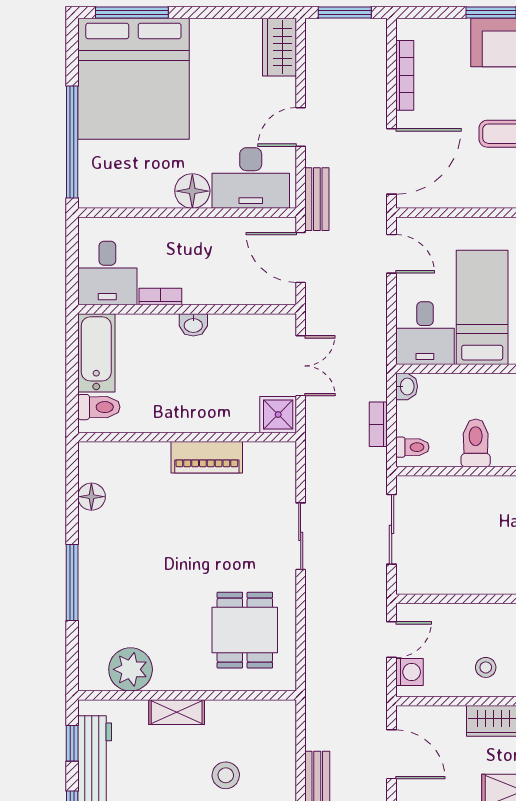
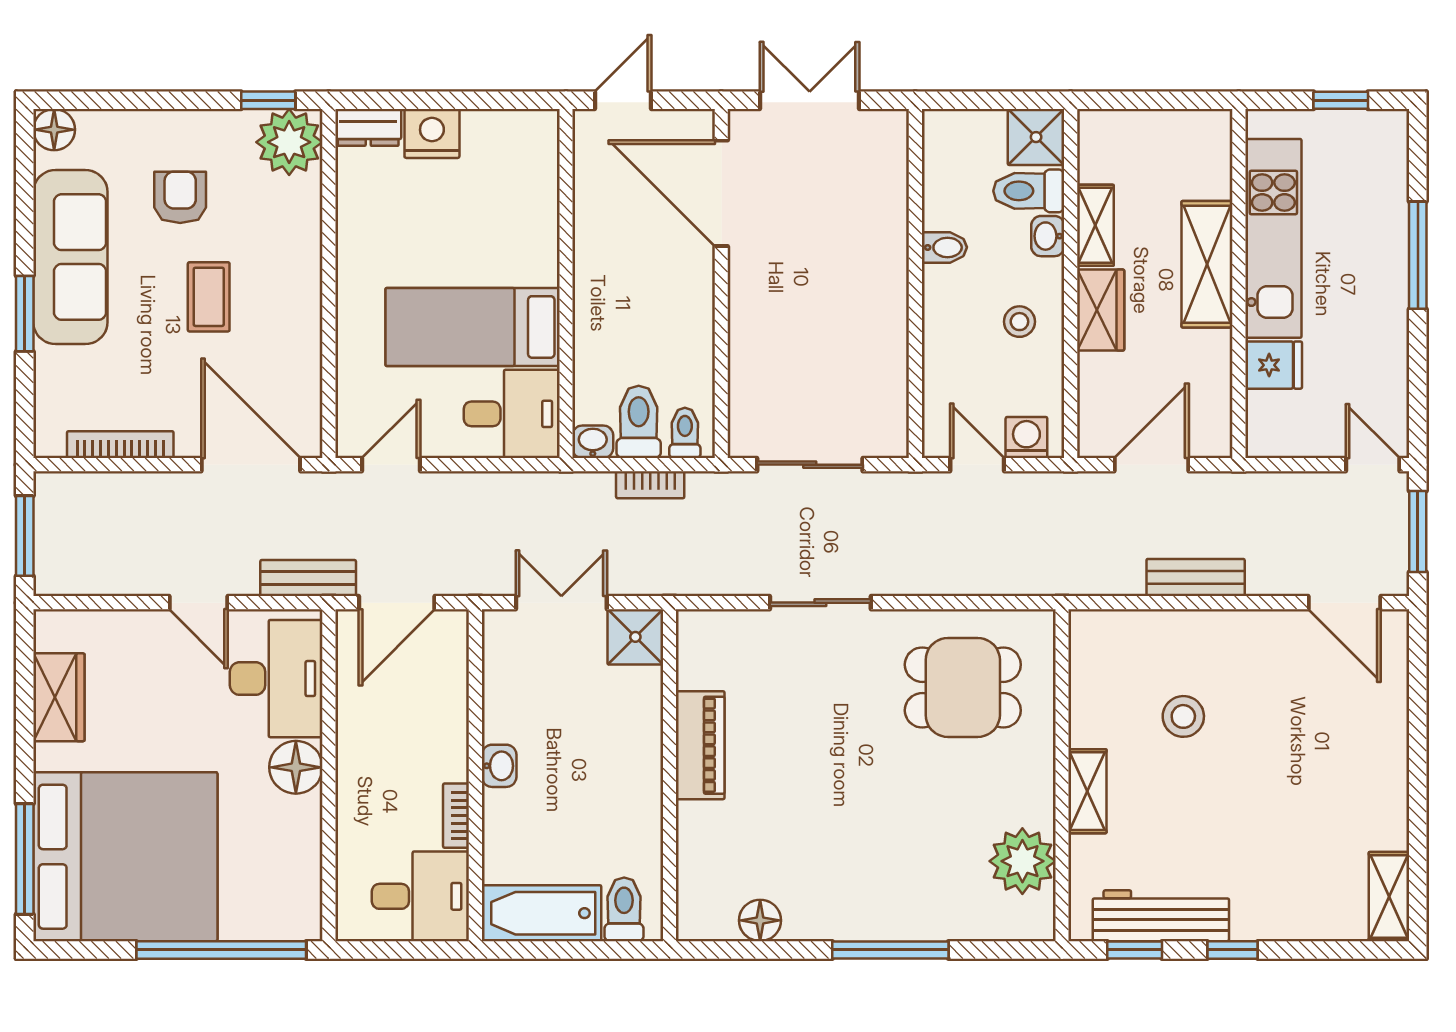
wardrobe: (280, 47) -> (59, 697), moved, turned -90
toilet: (476, 443) -> (639, 422), moved, turned 90

